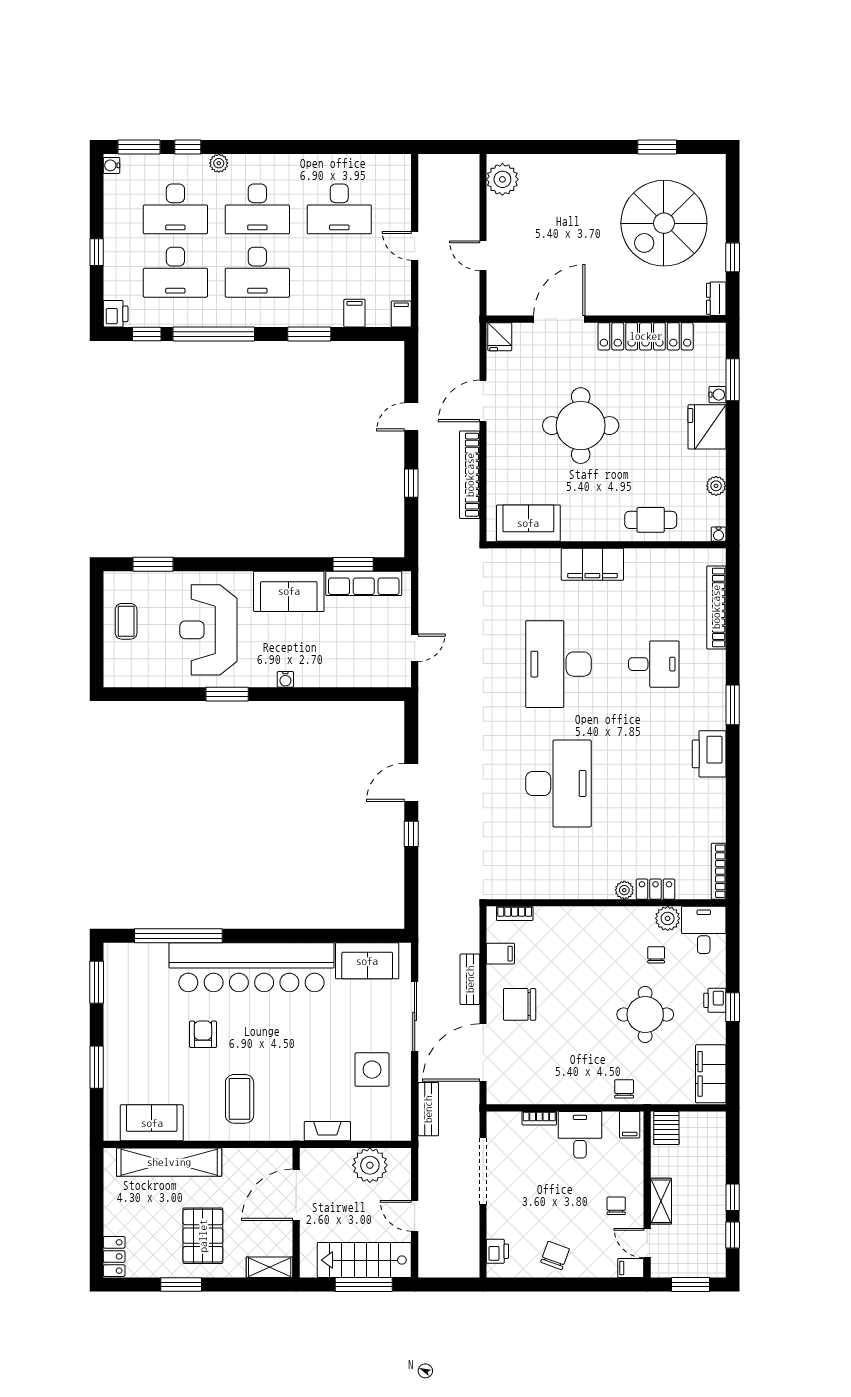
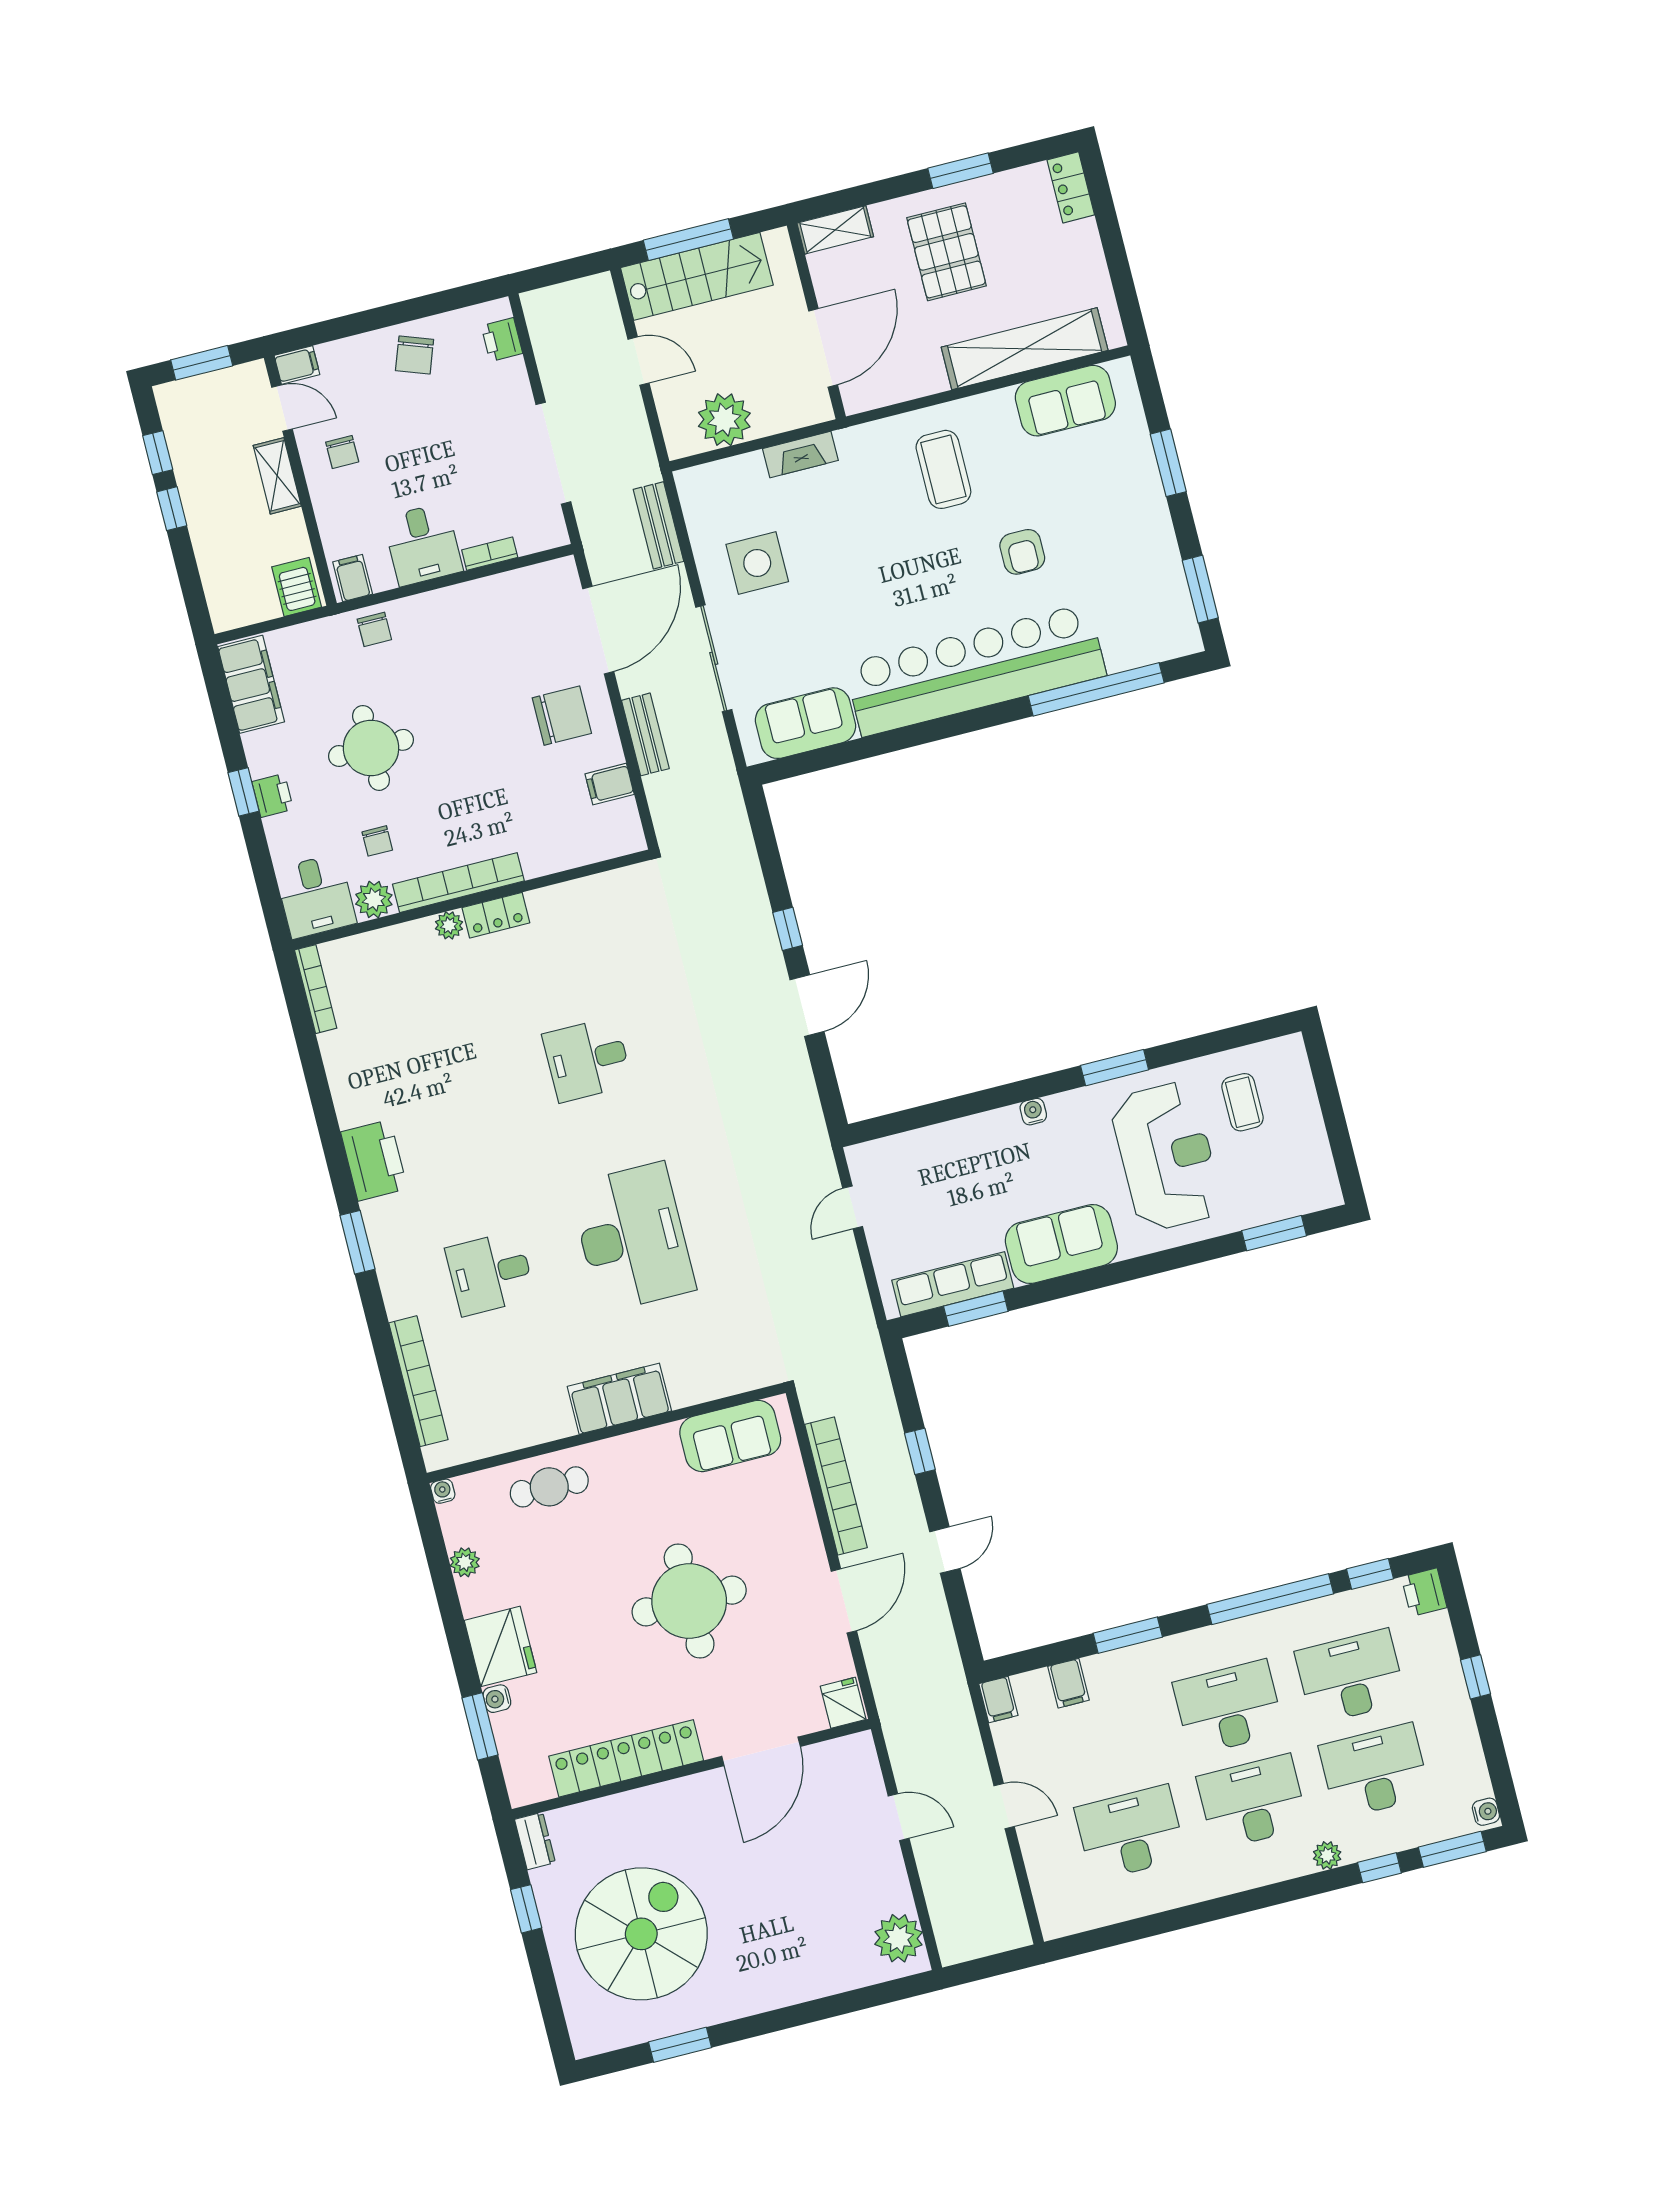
coffee table: (126, 621) -> (1243, 1102), moved
desk: (558, 783) -> (587, 1059), width x0.53, depth x0.77
locker: (656, 889) -> (496, 915), moved
bookcase: (515, 913) -> (458, 883), moved, width x2.31, depth x1.31

